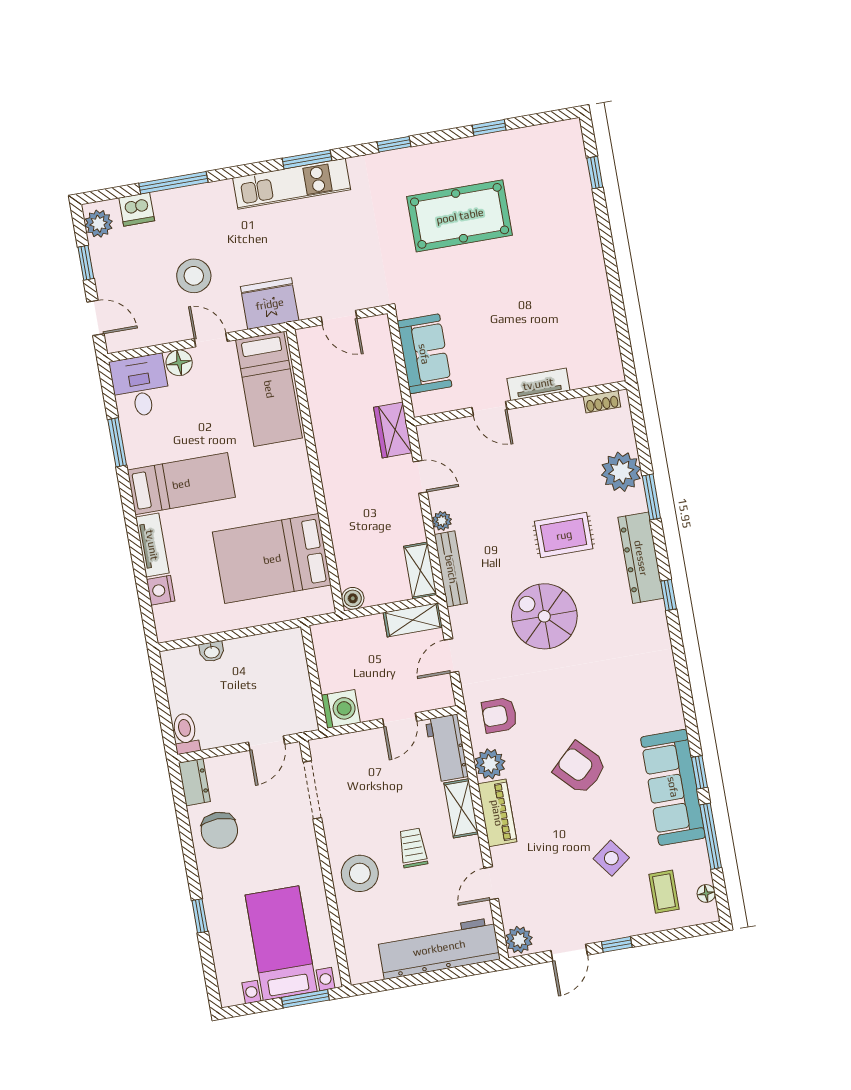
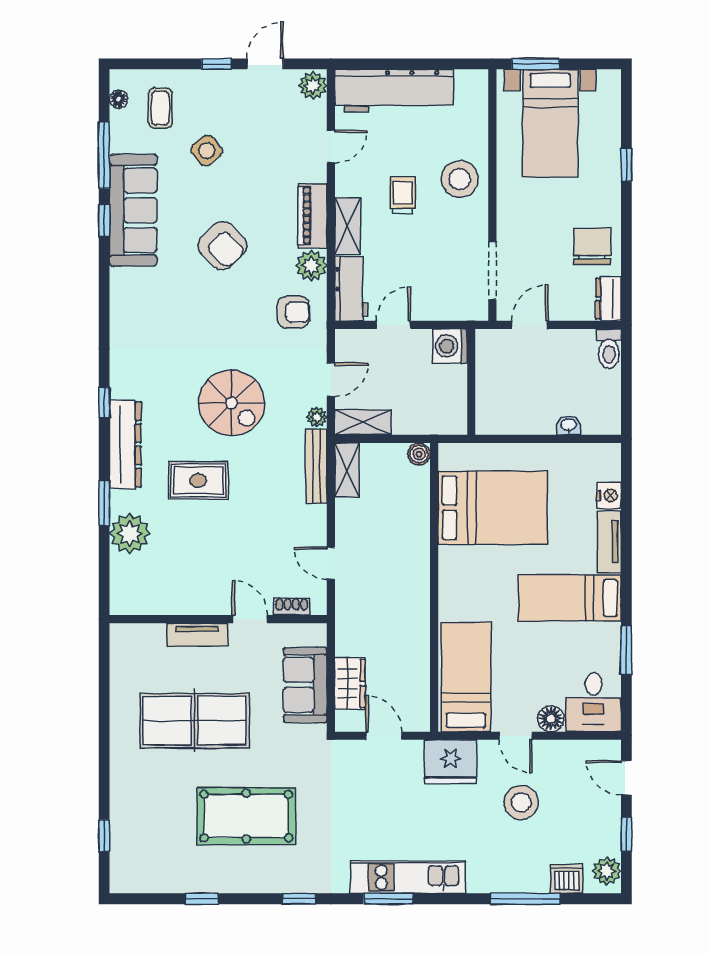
table tennis table: (526, 300) -> (194, 721), added
shoe rack: (602, 402) -> (292, 607), moved
wardrobe: (393, 430) -> (350, 683), moved
plant: (442, 521) -> (317, 417), moved
trolley: (413, 848) -> (403, 195), turned 180

